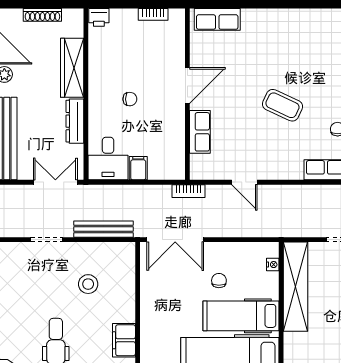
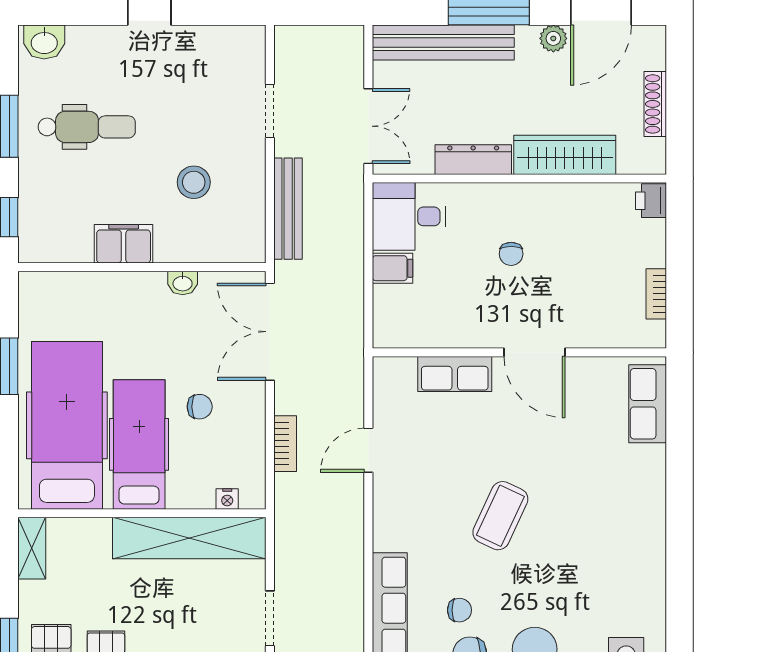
bookcase: (189, 191) -> (285, 444), moved, turned 180
washbasin: (147, 291) -> (183, 283), added
filing cabinet: (124, 340) -> (124, 244), moved

